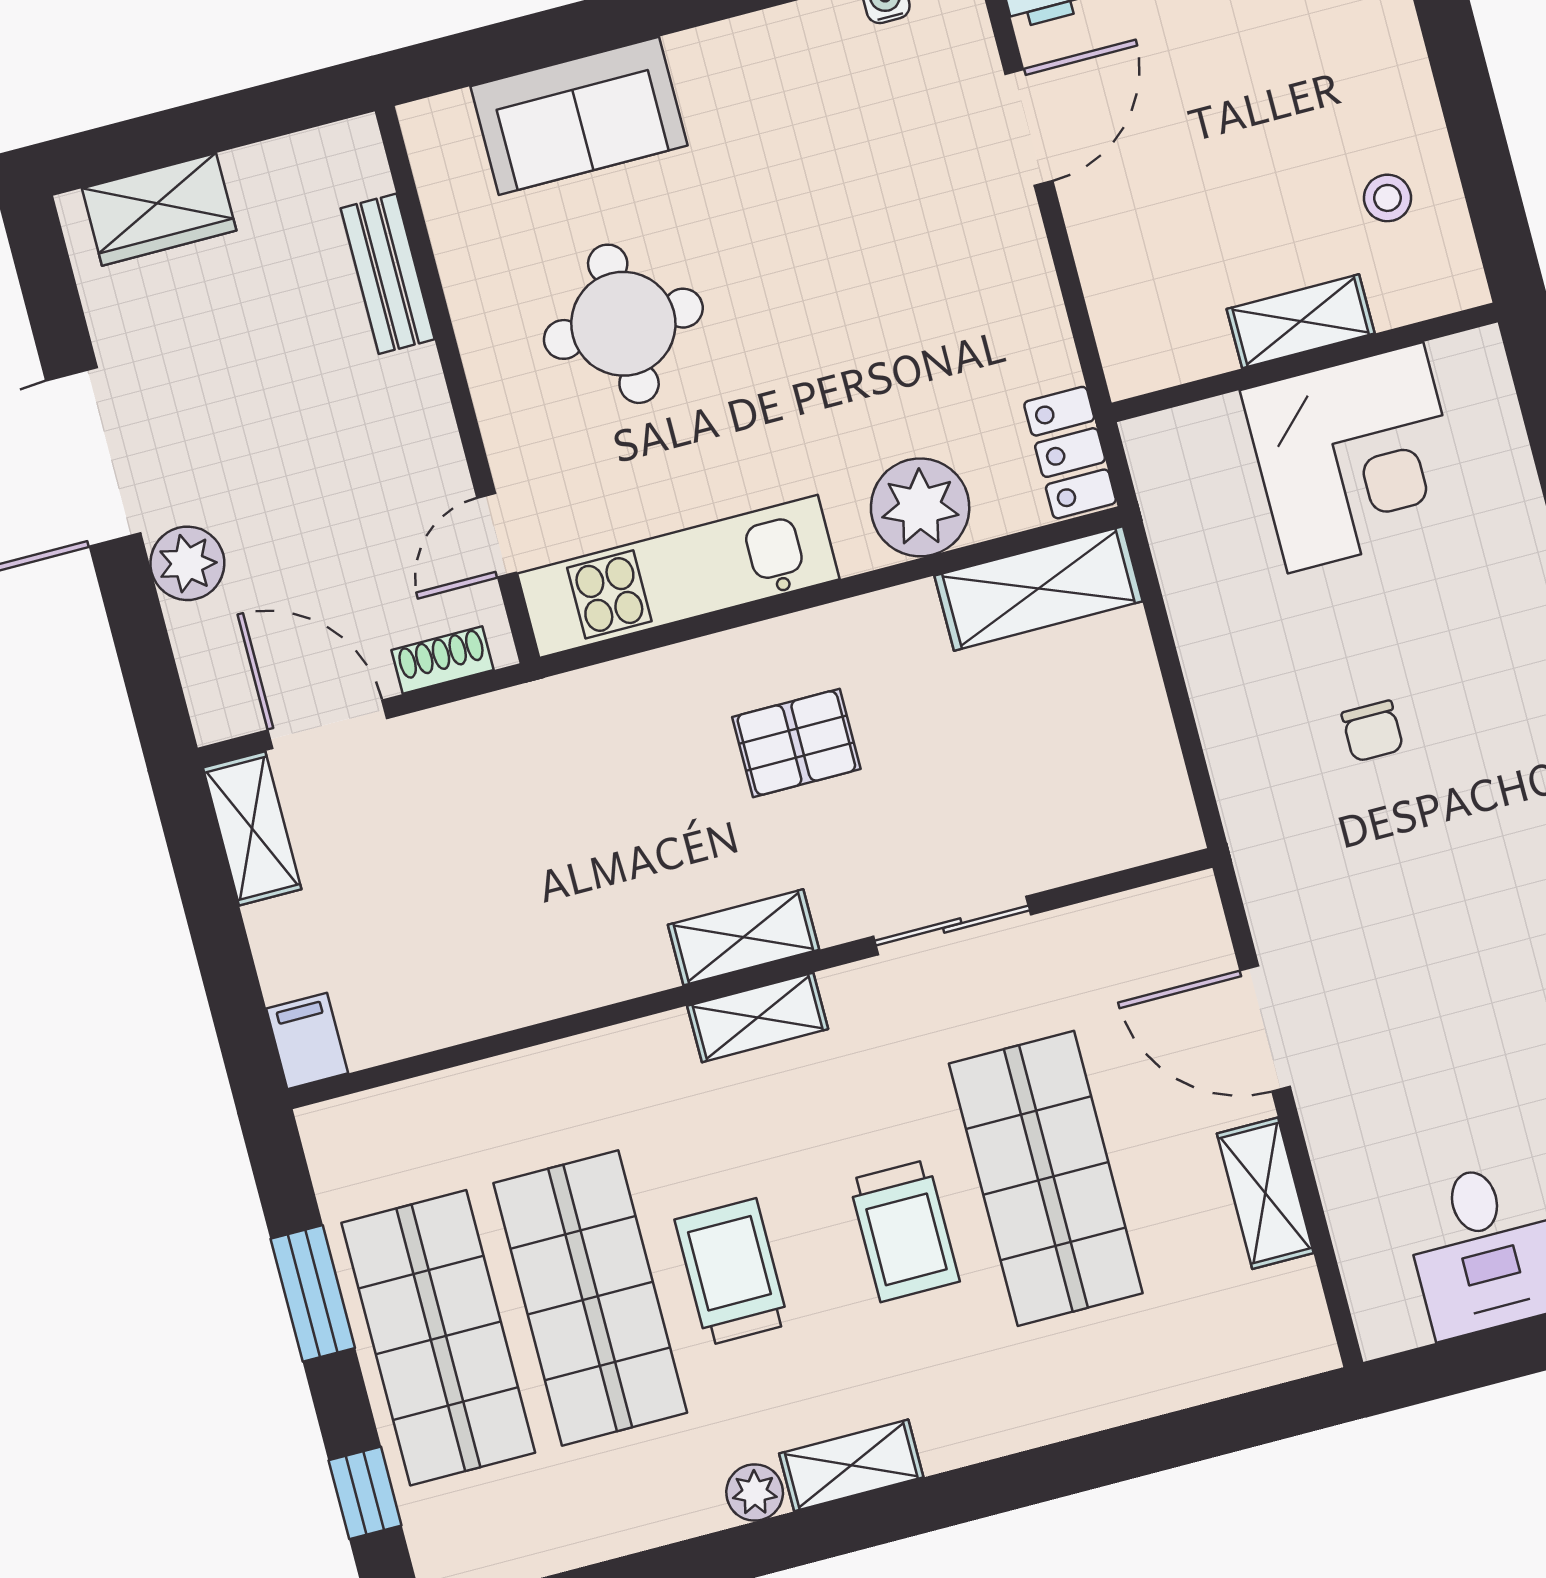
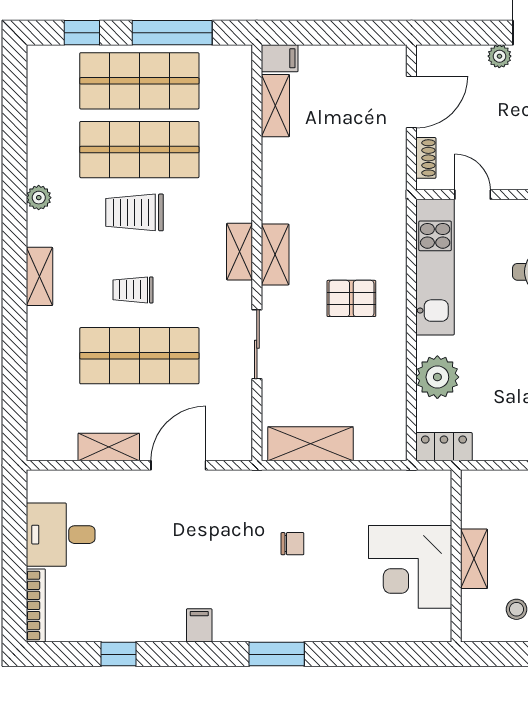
plant: (187, 563) -> (499, 56), width x0.73, depth x0.73
shelving: (1039, 588) -> (310, 444), moved, turned 90
chair: (1372, 731) -> (292, 544), turned 180
pallet: (796, 743) -> (351, 298), turned 90
shelving: (252, 828) -> (275, 106), moved, turned 90
trolley: (904, 1231) -> (133, 290), width x0.73, depth x0.72
trolley: (732, 1272) -> (135, 212), turned 180
window: (313, 1293) -> (172, 33), width x1.44
shelving: (851, 1465) -> (39, 276), moved

